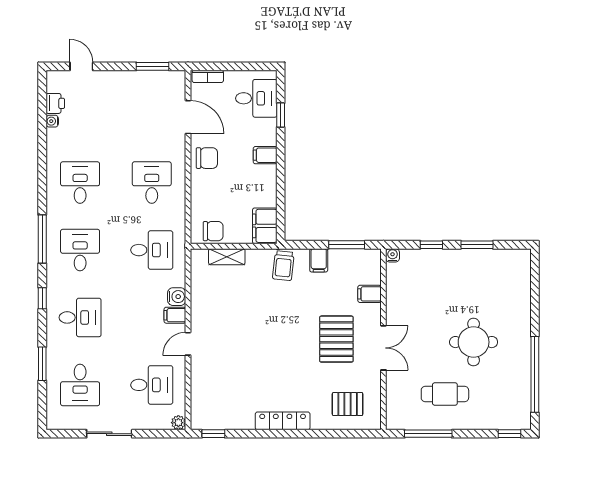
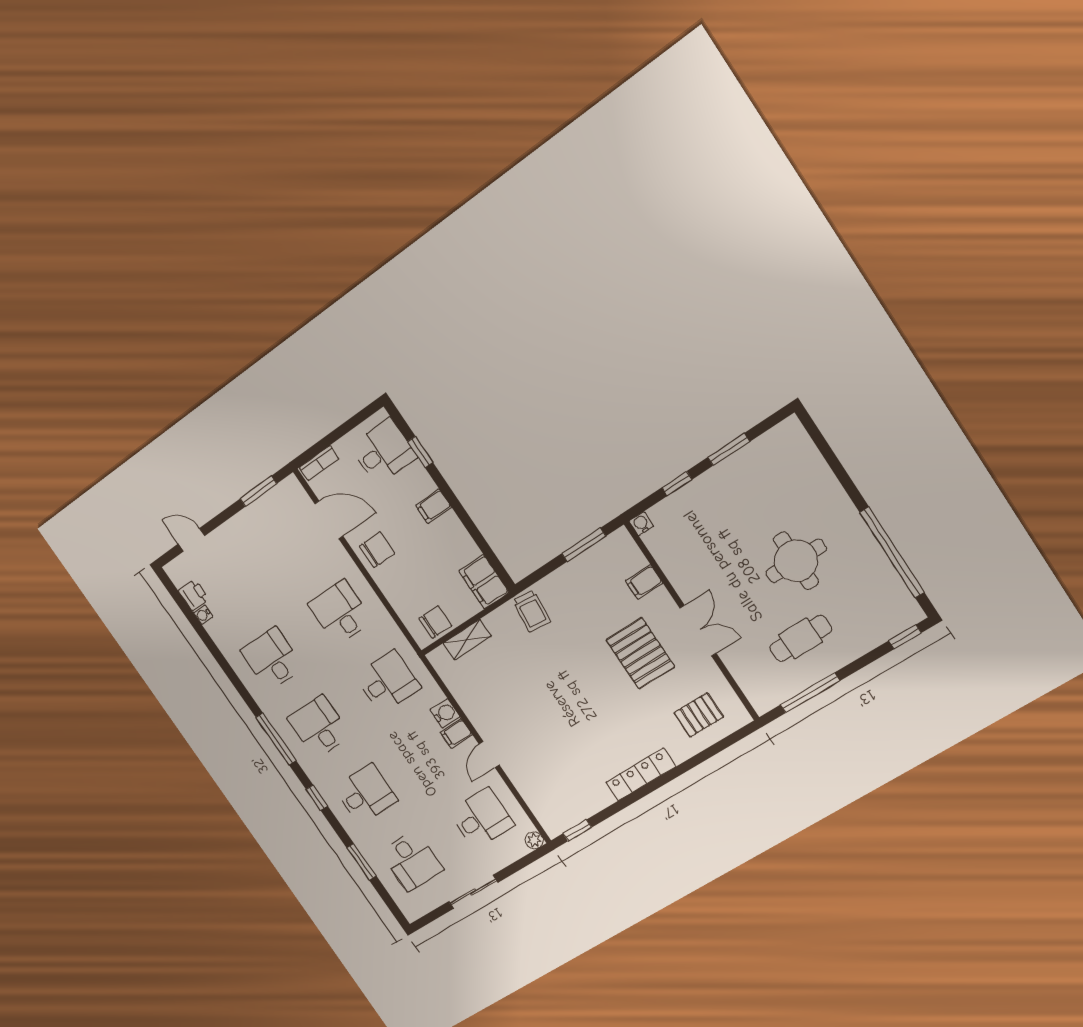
filing cabinet: (319, 260) -> (565, 581), removed

